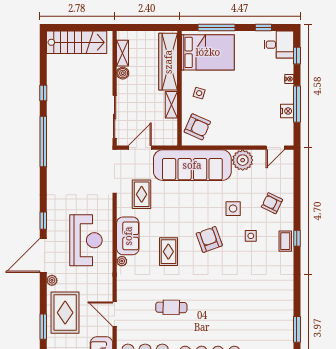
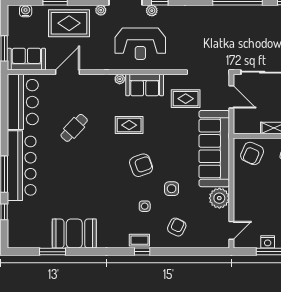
door: (275, 148) -> (231, 230), swing flipped
plant: (52, 229) -> (152, 11), added
cafe table: (171, 307) -> (74, 128), turned 42
booth: (279, 307) -> (74, 234), added

